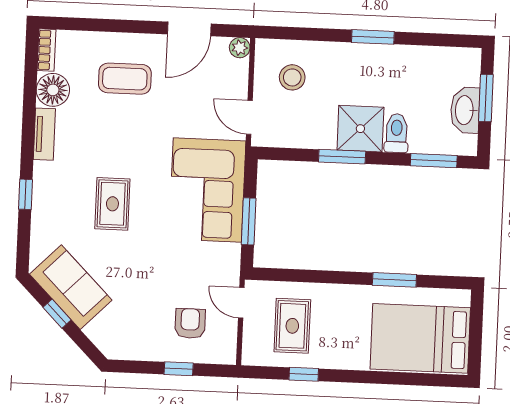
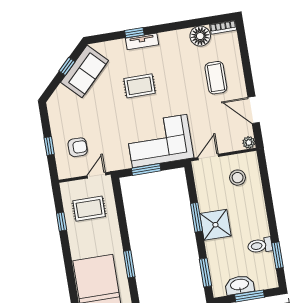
window: (373, 37) -> (277, 255), moved
toilet: (397, 133) -> (260, 245), moved, turned 180
tv unit: (44, 134) -> (142, 41), moved

